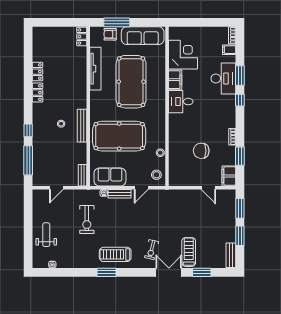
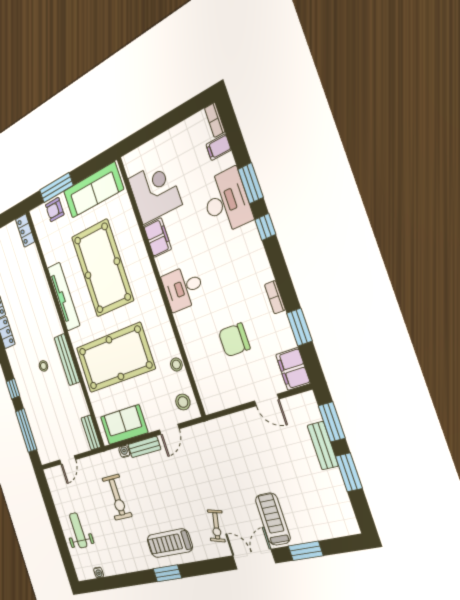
tv unit: (95, 69) -> (64, 297), moved
desk: (181, 102) -> (183, 288), moved
bench: (231, 255) -> (323, 446), moved

